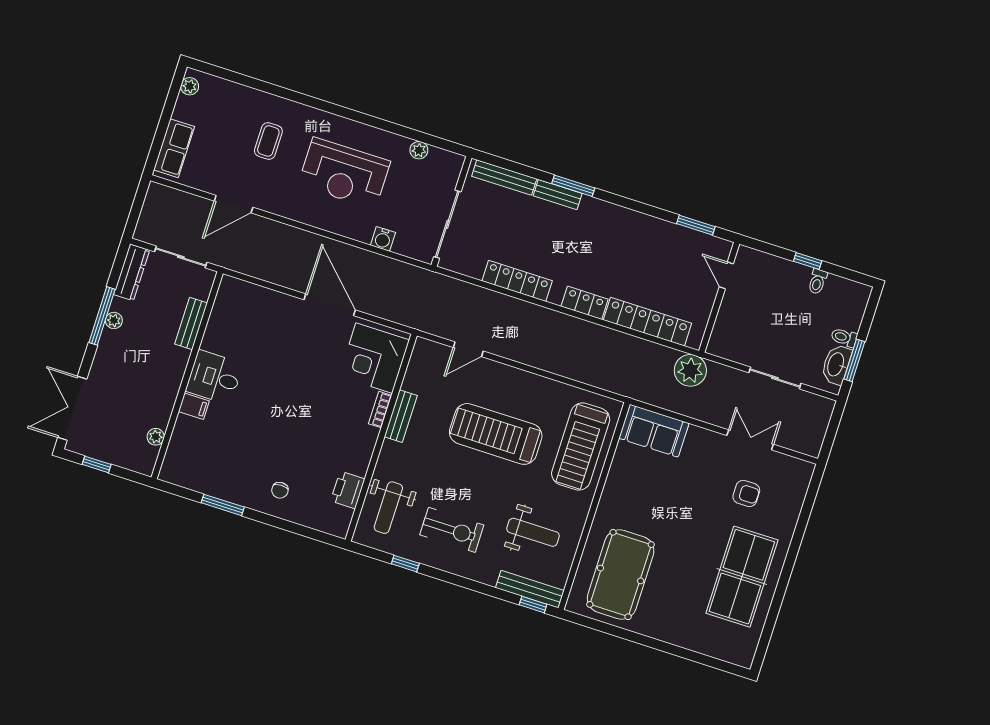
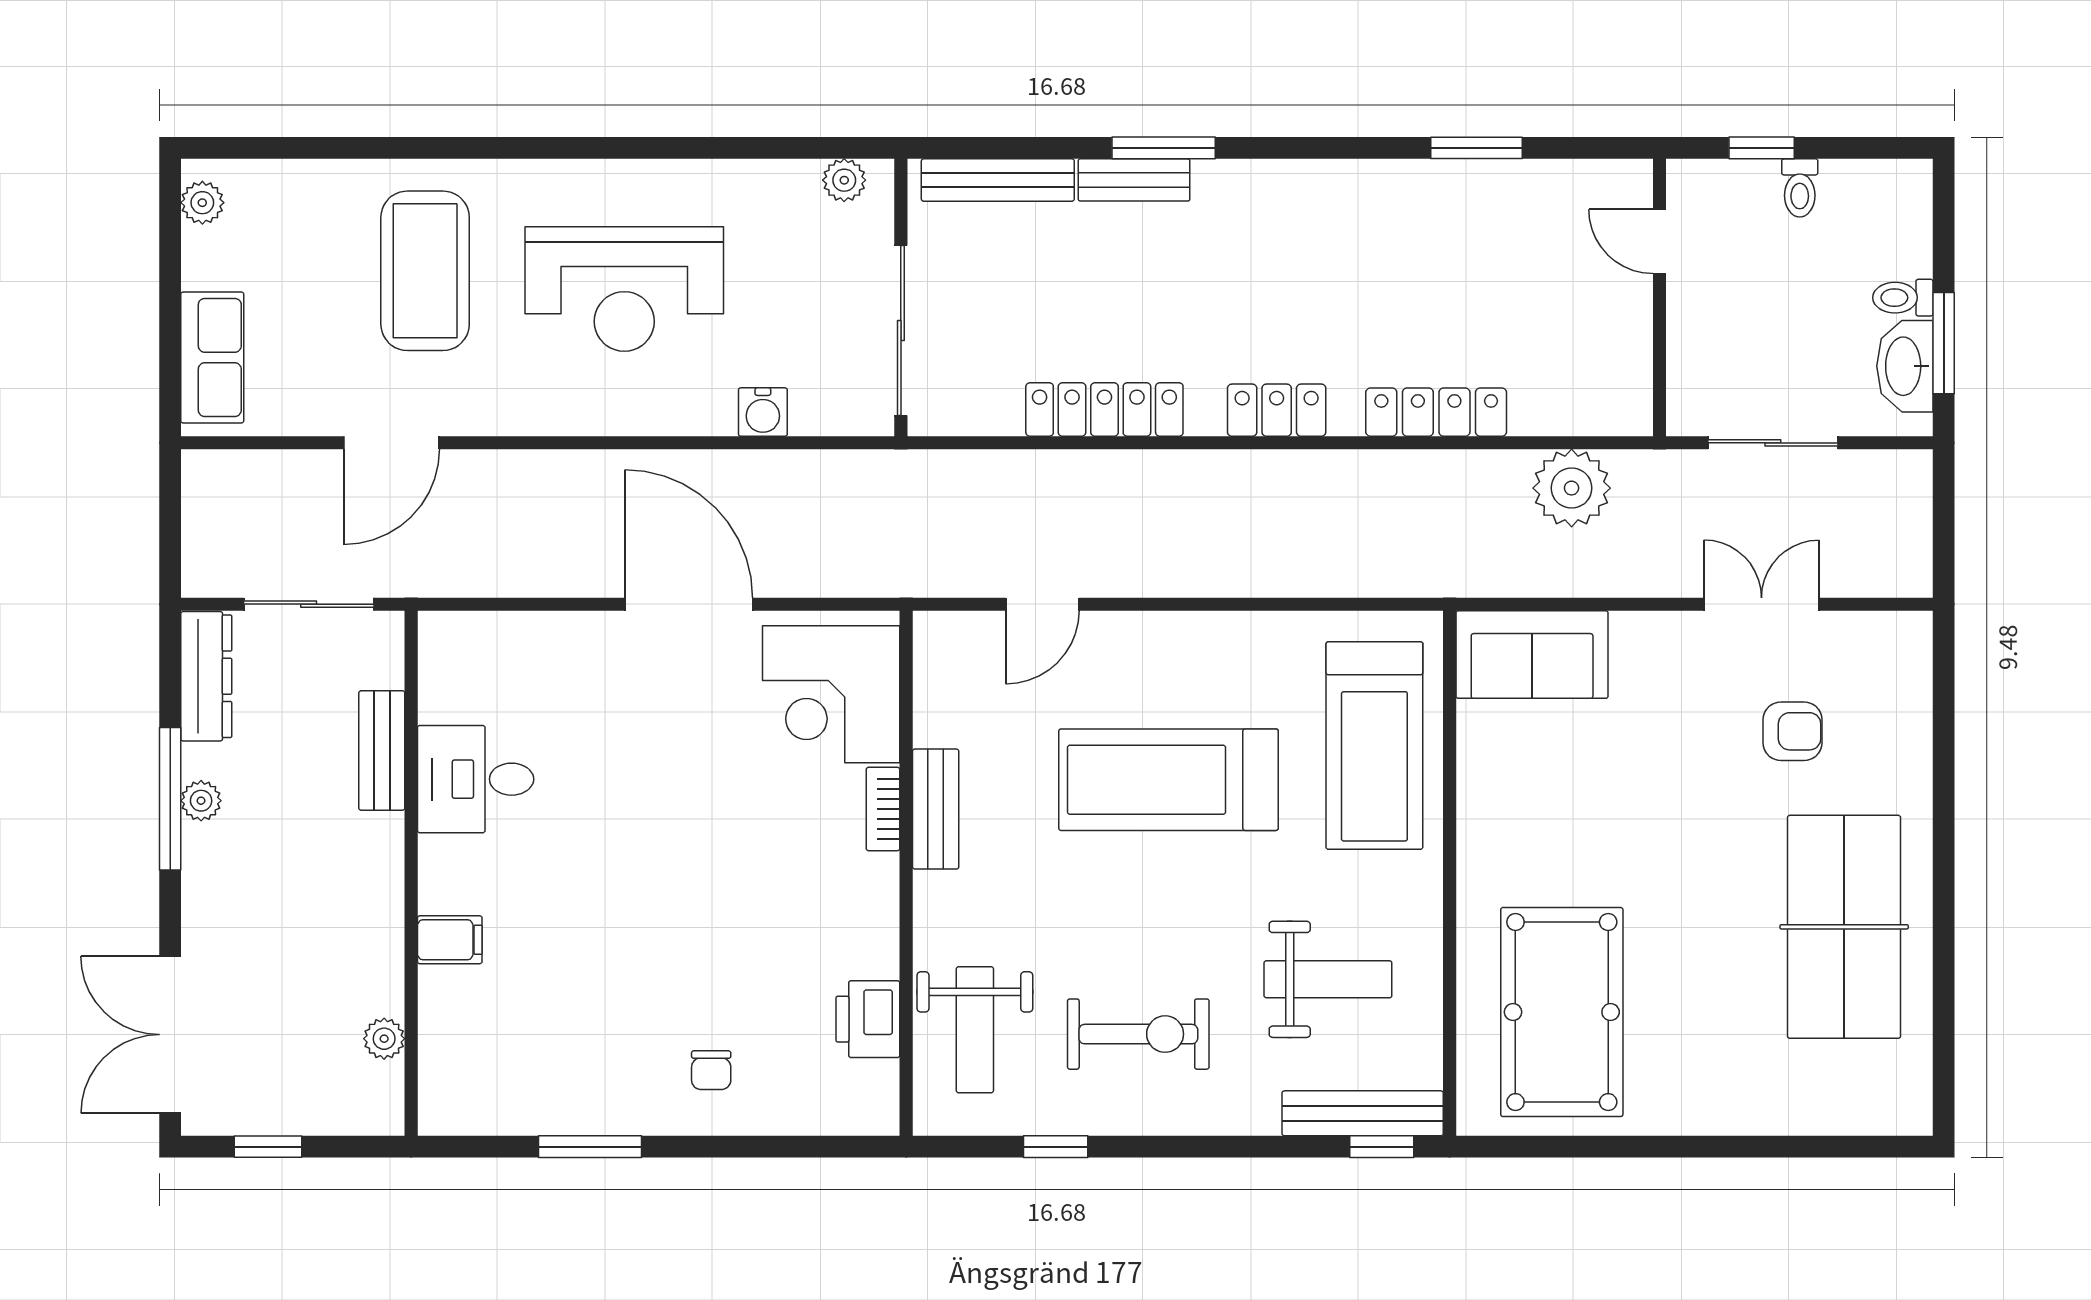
coffee table: (268, 141) -> (425, 271), width x1.86, depth x1.72
plant: (419, 150) -> (844, 180), moved
door: (726, 275) -> (1659, 242), moved
wall: (719, 297) -> (1659, 298), moved
locker: (647, 322) -> (1436, 412), width x0.71, depth x0.83
desk: (214, 377) -> (476, 779), moved

